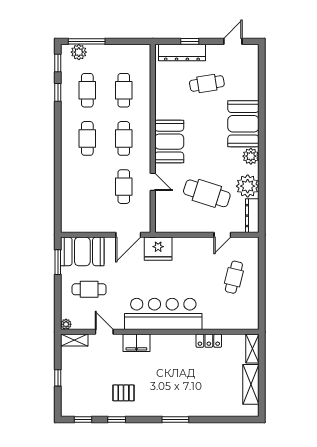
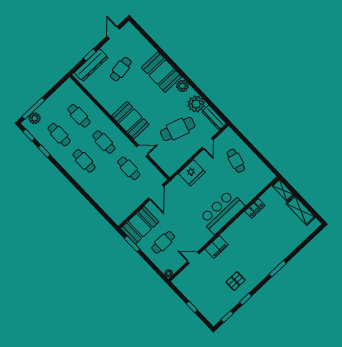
fridge: (158, 249) -> (192, 173), moved
bar counter: (163, 314) -> (222, 212), width x0.73
shelving: (74, 340) -> (181, 278), removed

